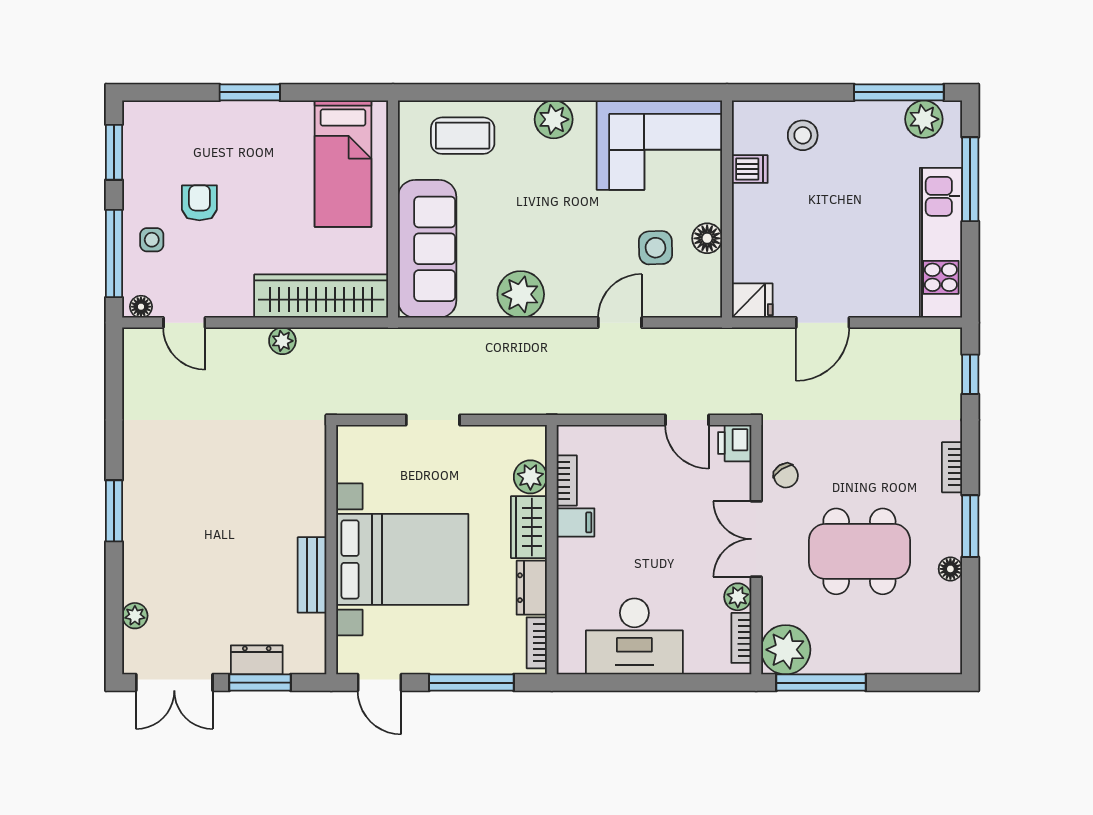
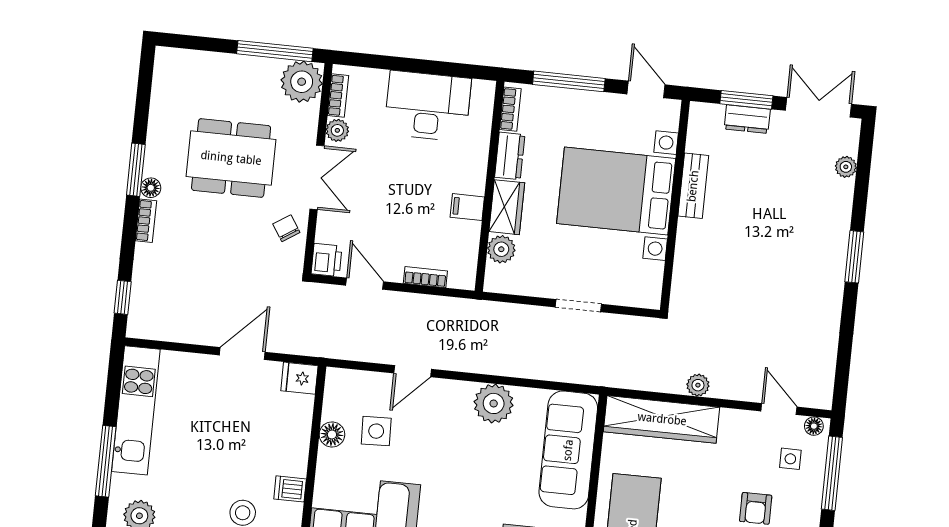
side table: (152, 240) -> (790, 459), moved
bookcase: (567, 480) -> (425, 277), moved, turned 90
floor lamp: (950, 569) -> (151, 188), moved

